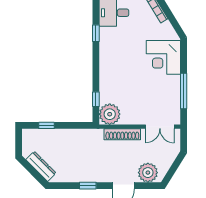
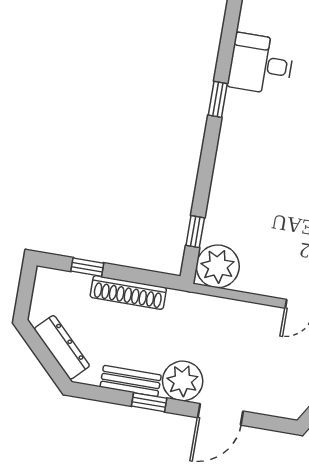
shoe rack: (122, 134) -> (128, 292), moved
plant: (148, 173) -> (183, 381), moved
bench: (77, 177) -> (131, 381), added

